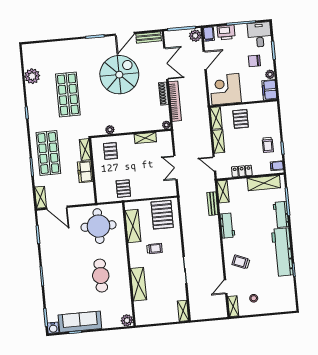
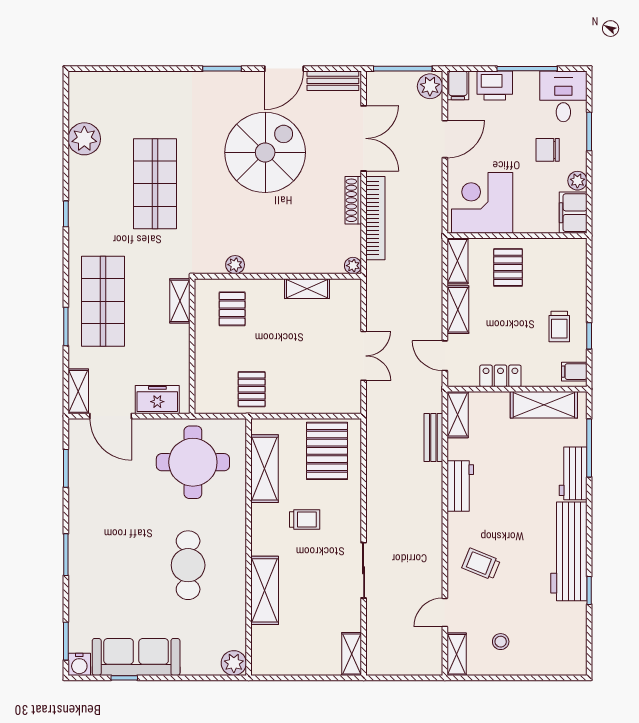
double door: (175, 168) -> (364, 356), swing flipped
freezer: (85, 172) -> (157, 400), moved, turned 90

